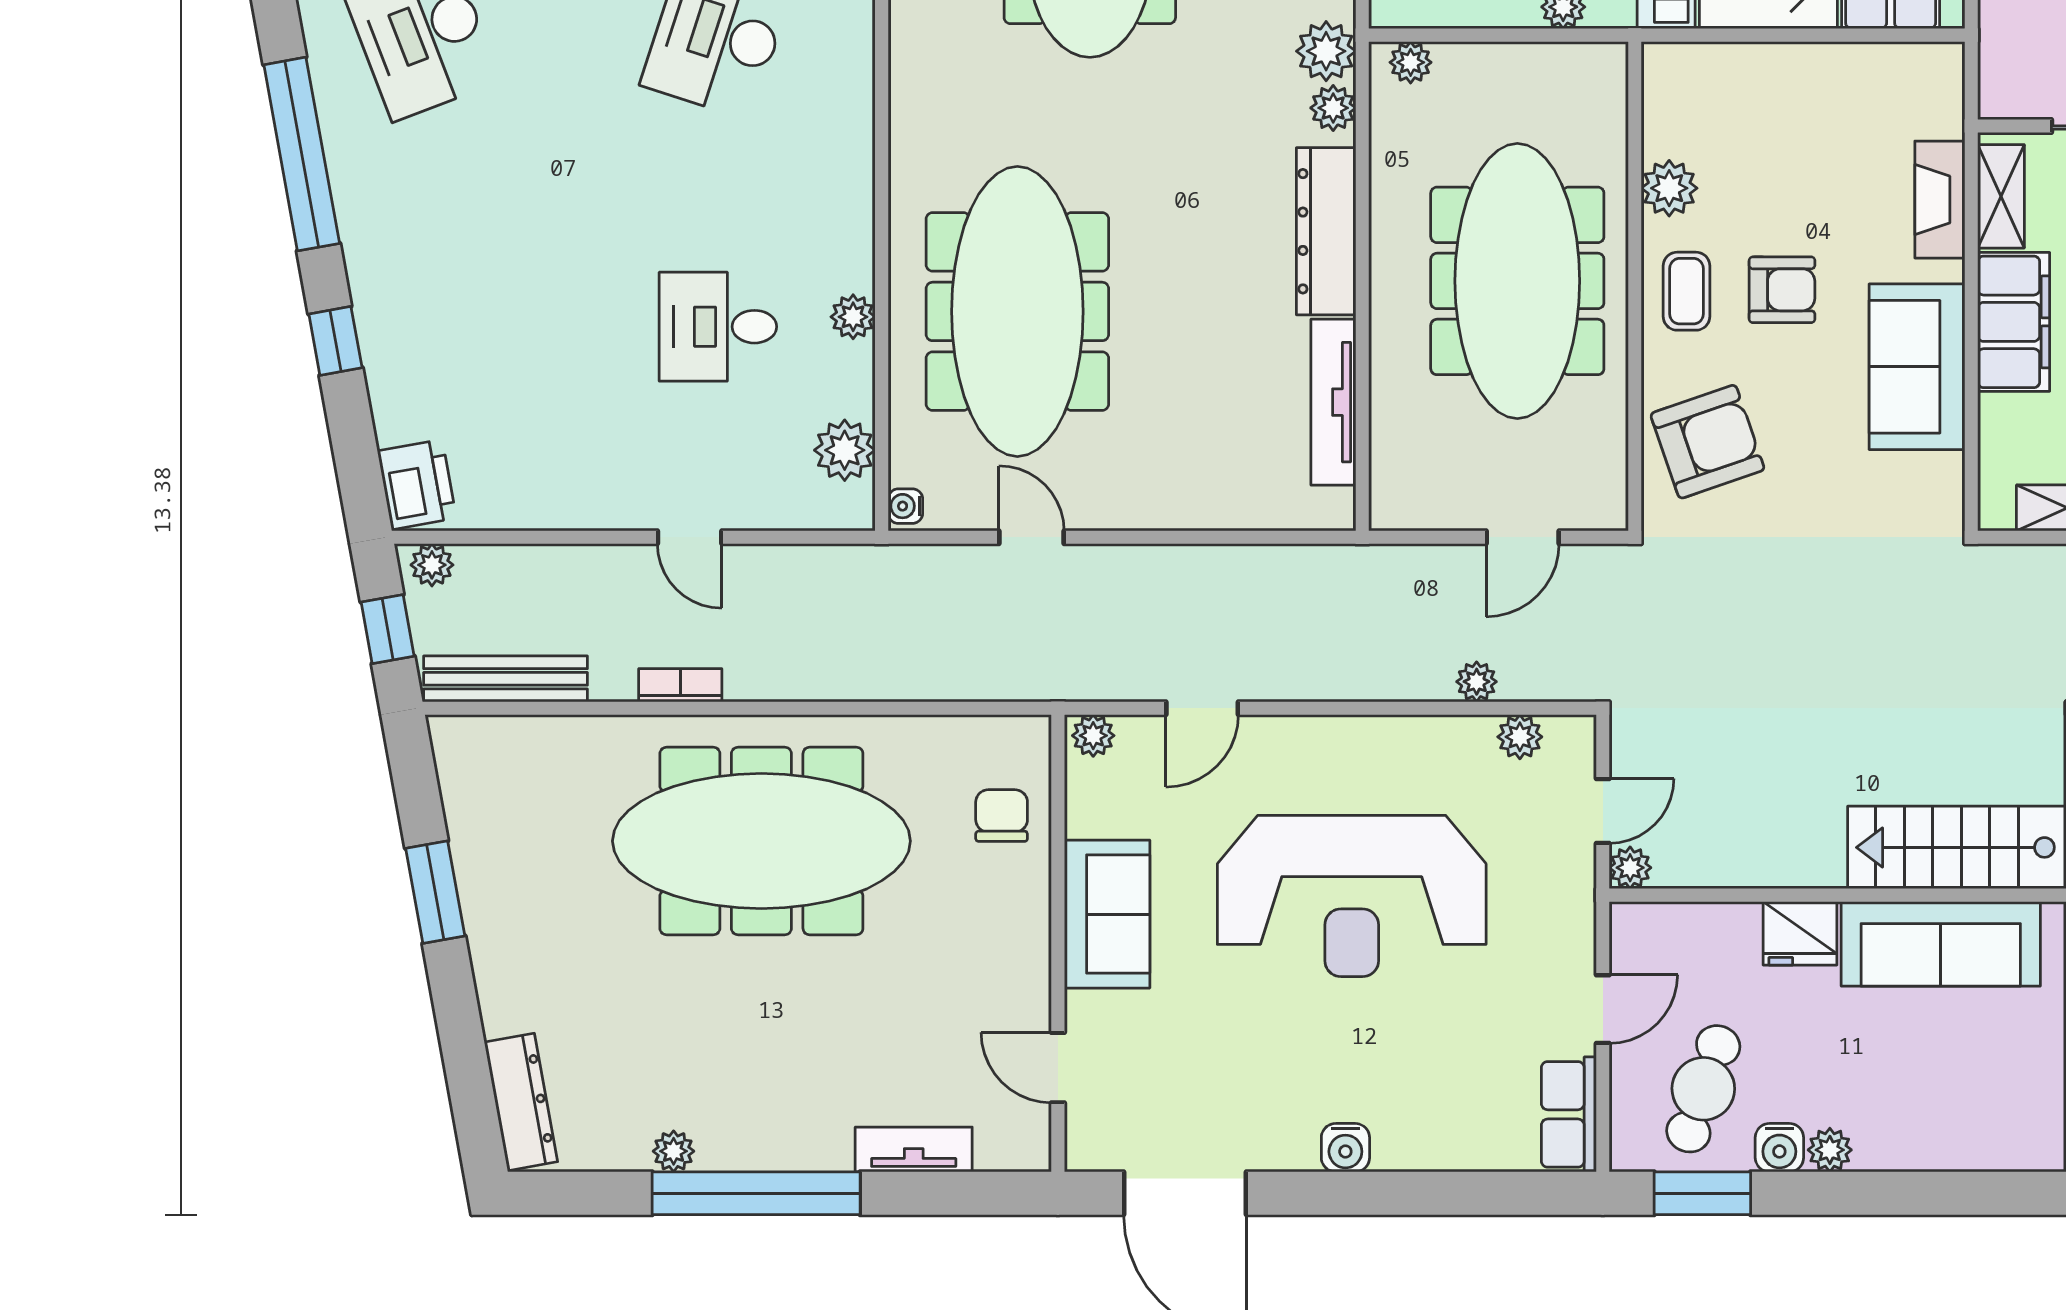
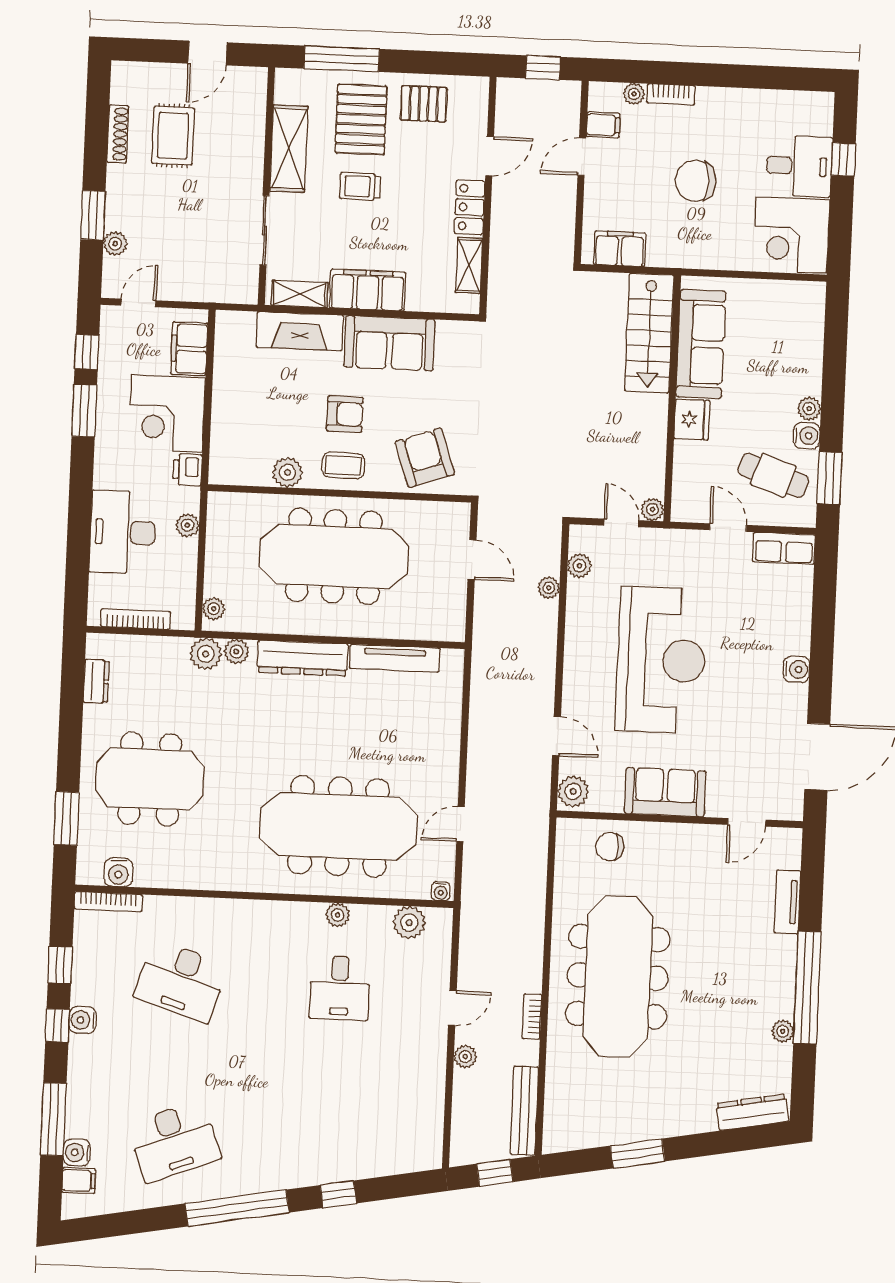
fireplace: (1940, 200) -> (300, 331), width x1.37, depth x1.32
armchair: (1782, 290) -> (345, 414), turned 90
printer: (417, 484) -> (418, 1154), removed
plant: (432, 565) -> (465, 1057), moved
plant: (1093, 736) -> (573, 791), width x1.38, depth x1.38

